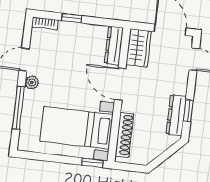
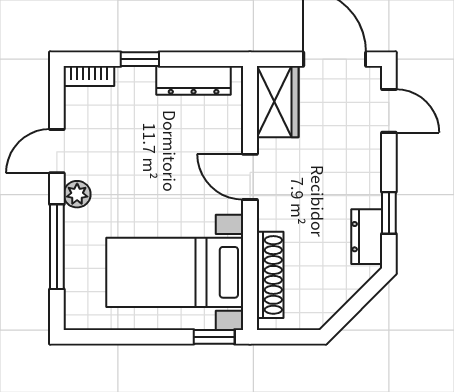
dresser: (114, 46) -> (194, 80), moved, turned -90
door: (120, 84) -> (250, 177), width x0.73
dresser: (176, 115) -> (367, 237), width x0.70

